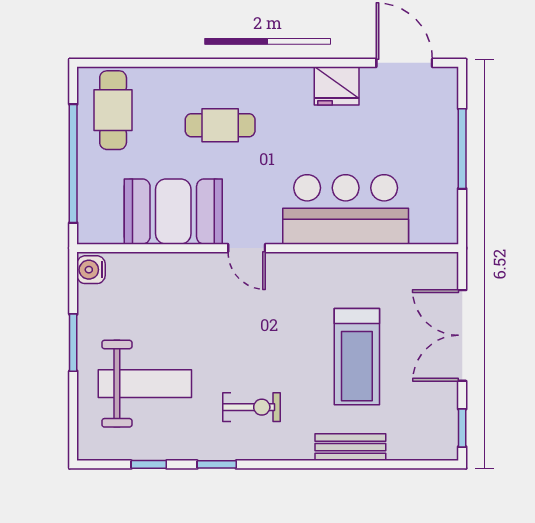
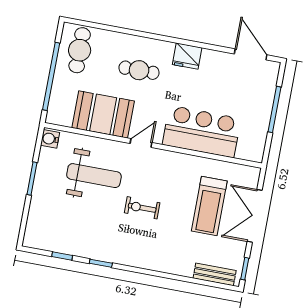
fridge: (337, 86) -> (187, 56), moved
door: (247, 248) -> (141, 143), swing flipped
treadmill: (357, 357) -> (209, 206), moved
weight bench: (145, 384) -> (94, 176), moved
exercise bike: (251, 407) -> (142, 208), moved, turned 180
bench: (350, 447) -> (215, 274), moved

